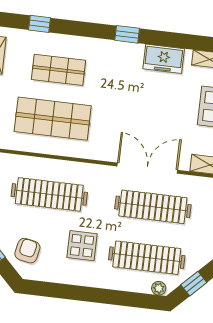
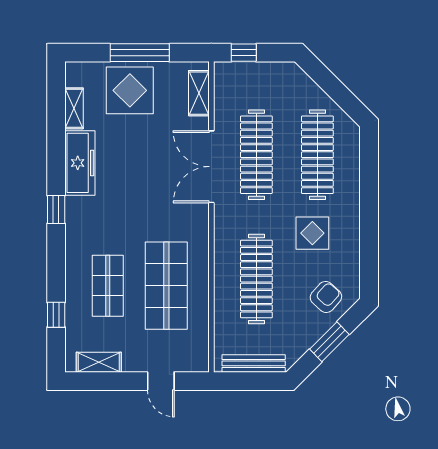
freezer: (164, 59) -> (80, 163), width x1.40
armchair: (27, 251) -> (326, 297), turned 120
window: (194, 284) -> (341, 96), removed
plant: (159, 288) -> (352, 136), removed

